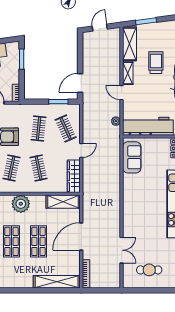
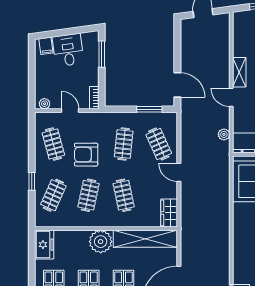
shelving: (129, 44) -> (242, 34), removed
door: (80, 83) -> (177, 85), swing flipped
door: (81, 150) -> (179, 172), swing flipped
wardrobe: (74, 176) -> (169, 213), width x0.67
shelving: (63, 202) -> (145, 239), width x1.47

